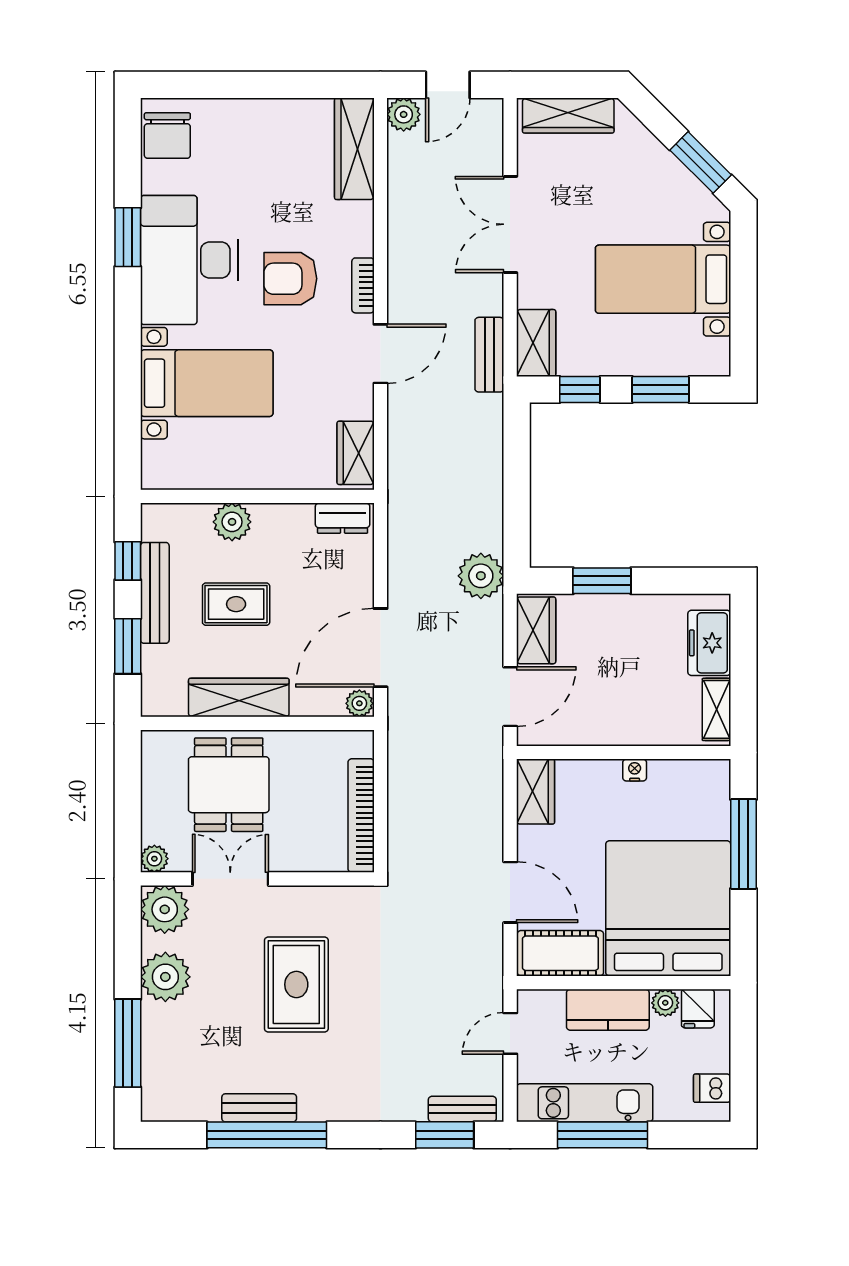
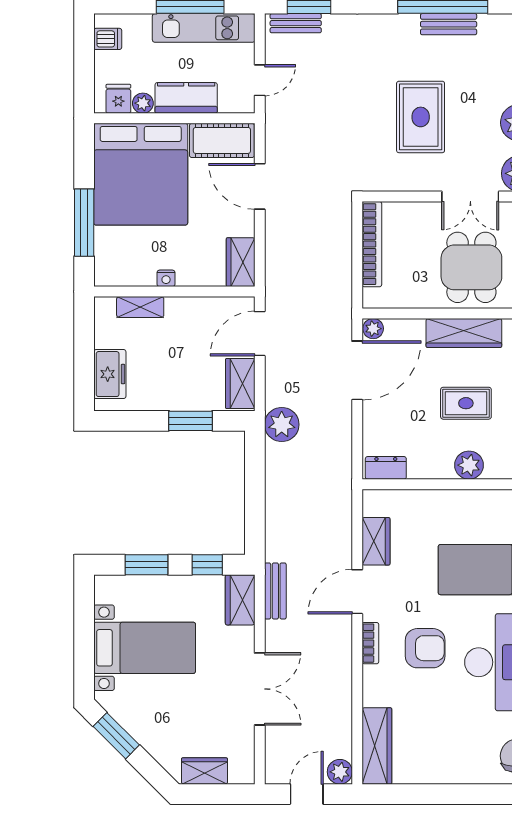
wardrobe: (568, 115) -> (204, 771), width x0.67
wardrobe: (356, 453) -> (376, 541), moved
shelving: (717, 709) -> (140, 307), moved, turned 90

